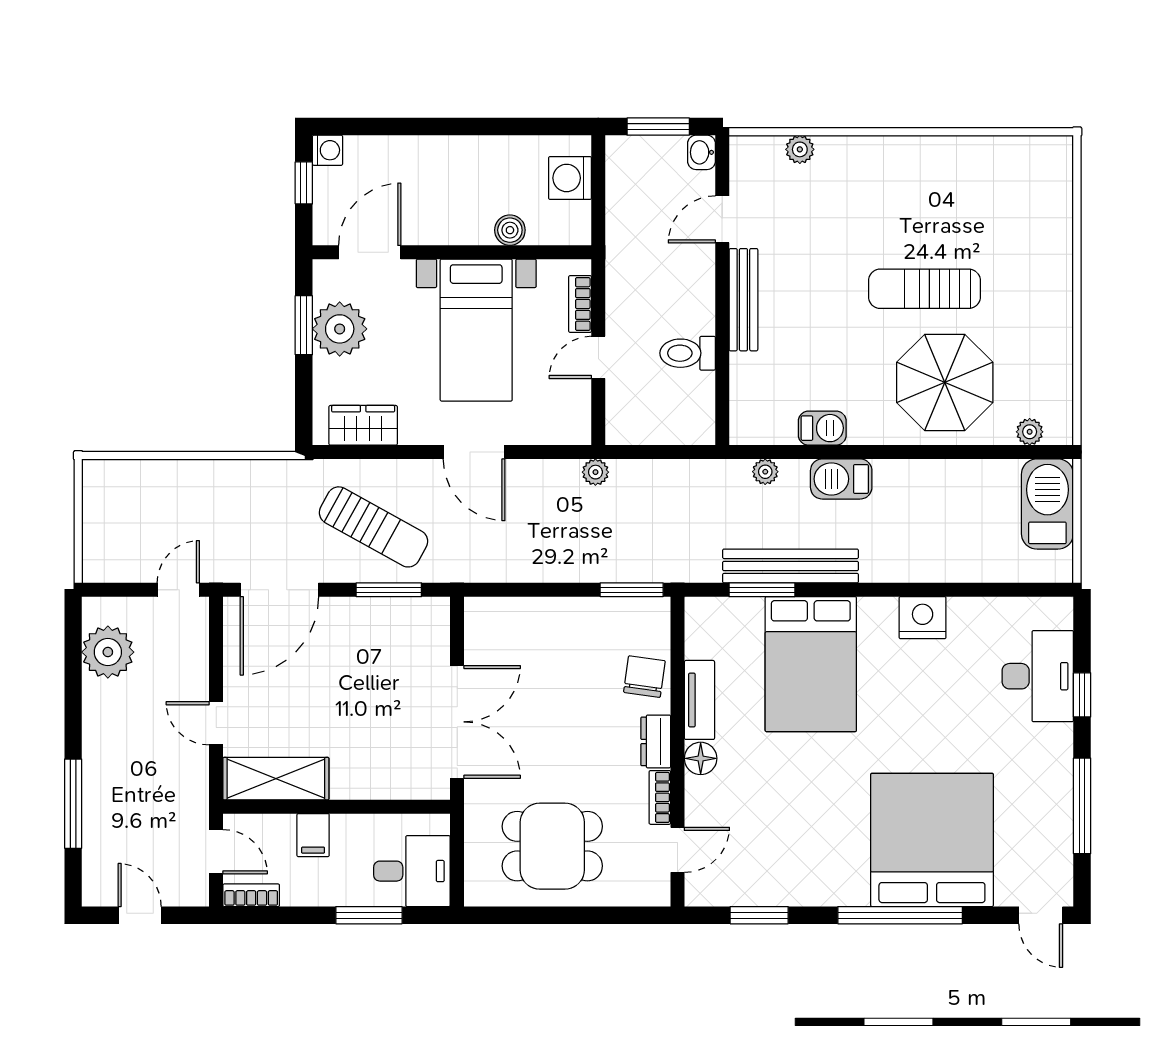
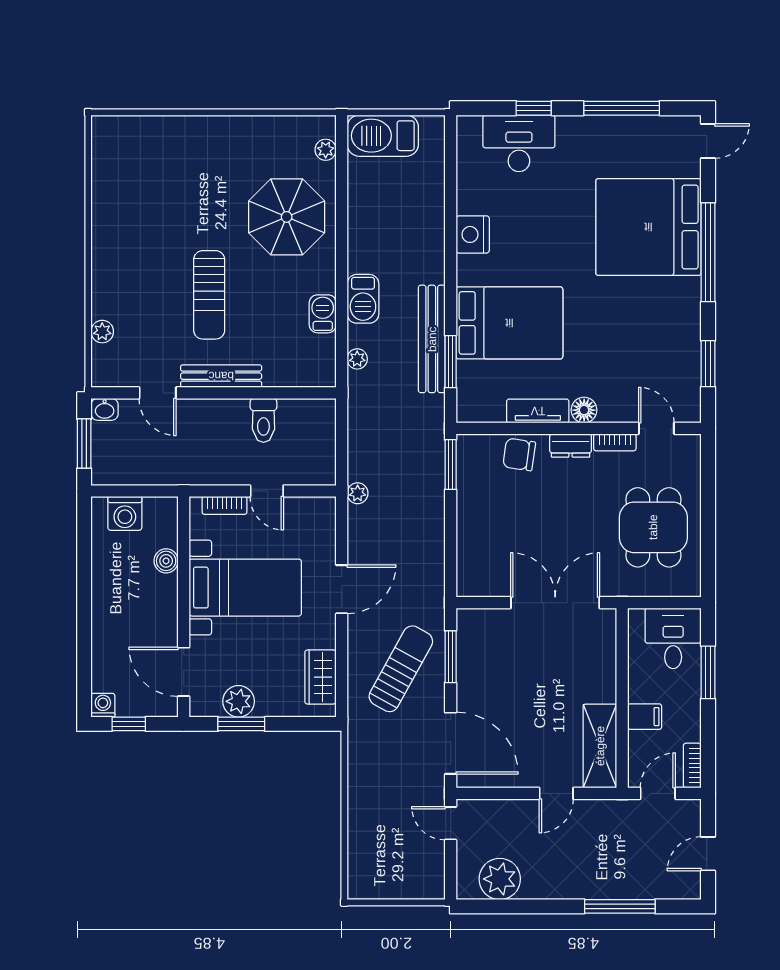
sun lounger: (924, 289) -> (209, 295), moved
plant: (340, 329) -> (239, 701), width x0.73, depth x0.73

